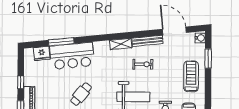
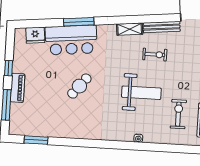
window: (61, 42) -> (79, 22), moved

